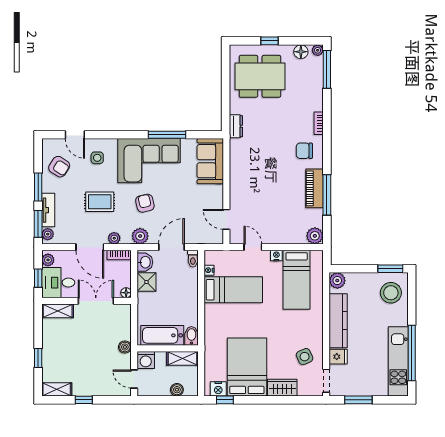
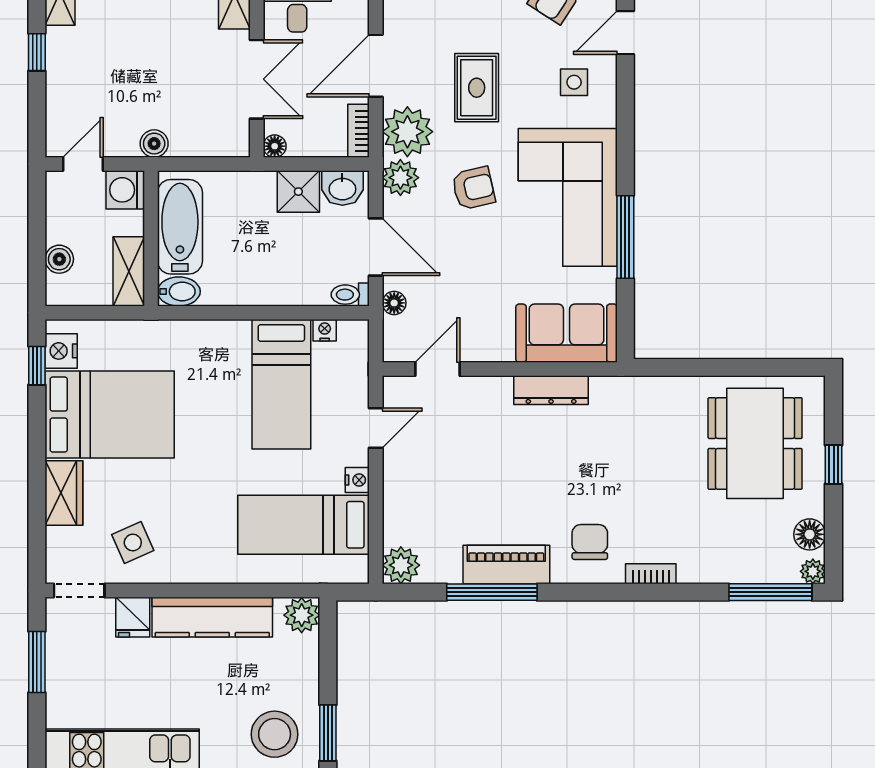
dresser: (236, 126) -> (551, 390), moved, width x1.44
plant: (114, 238) -> (407, 132), width x1.87, depth x1.87
floor lamp: (197, 239) -> (394, 303), added

